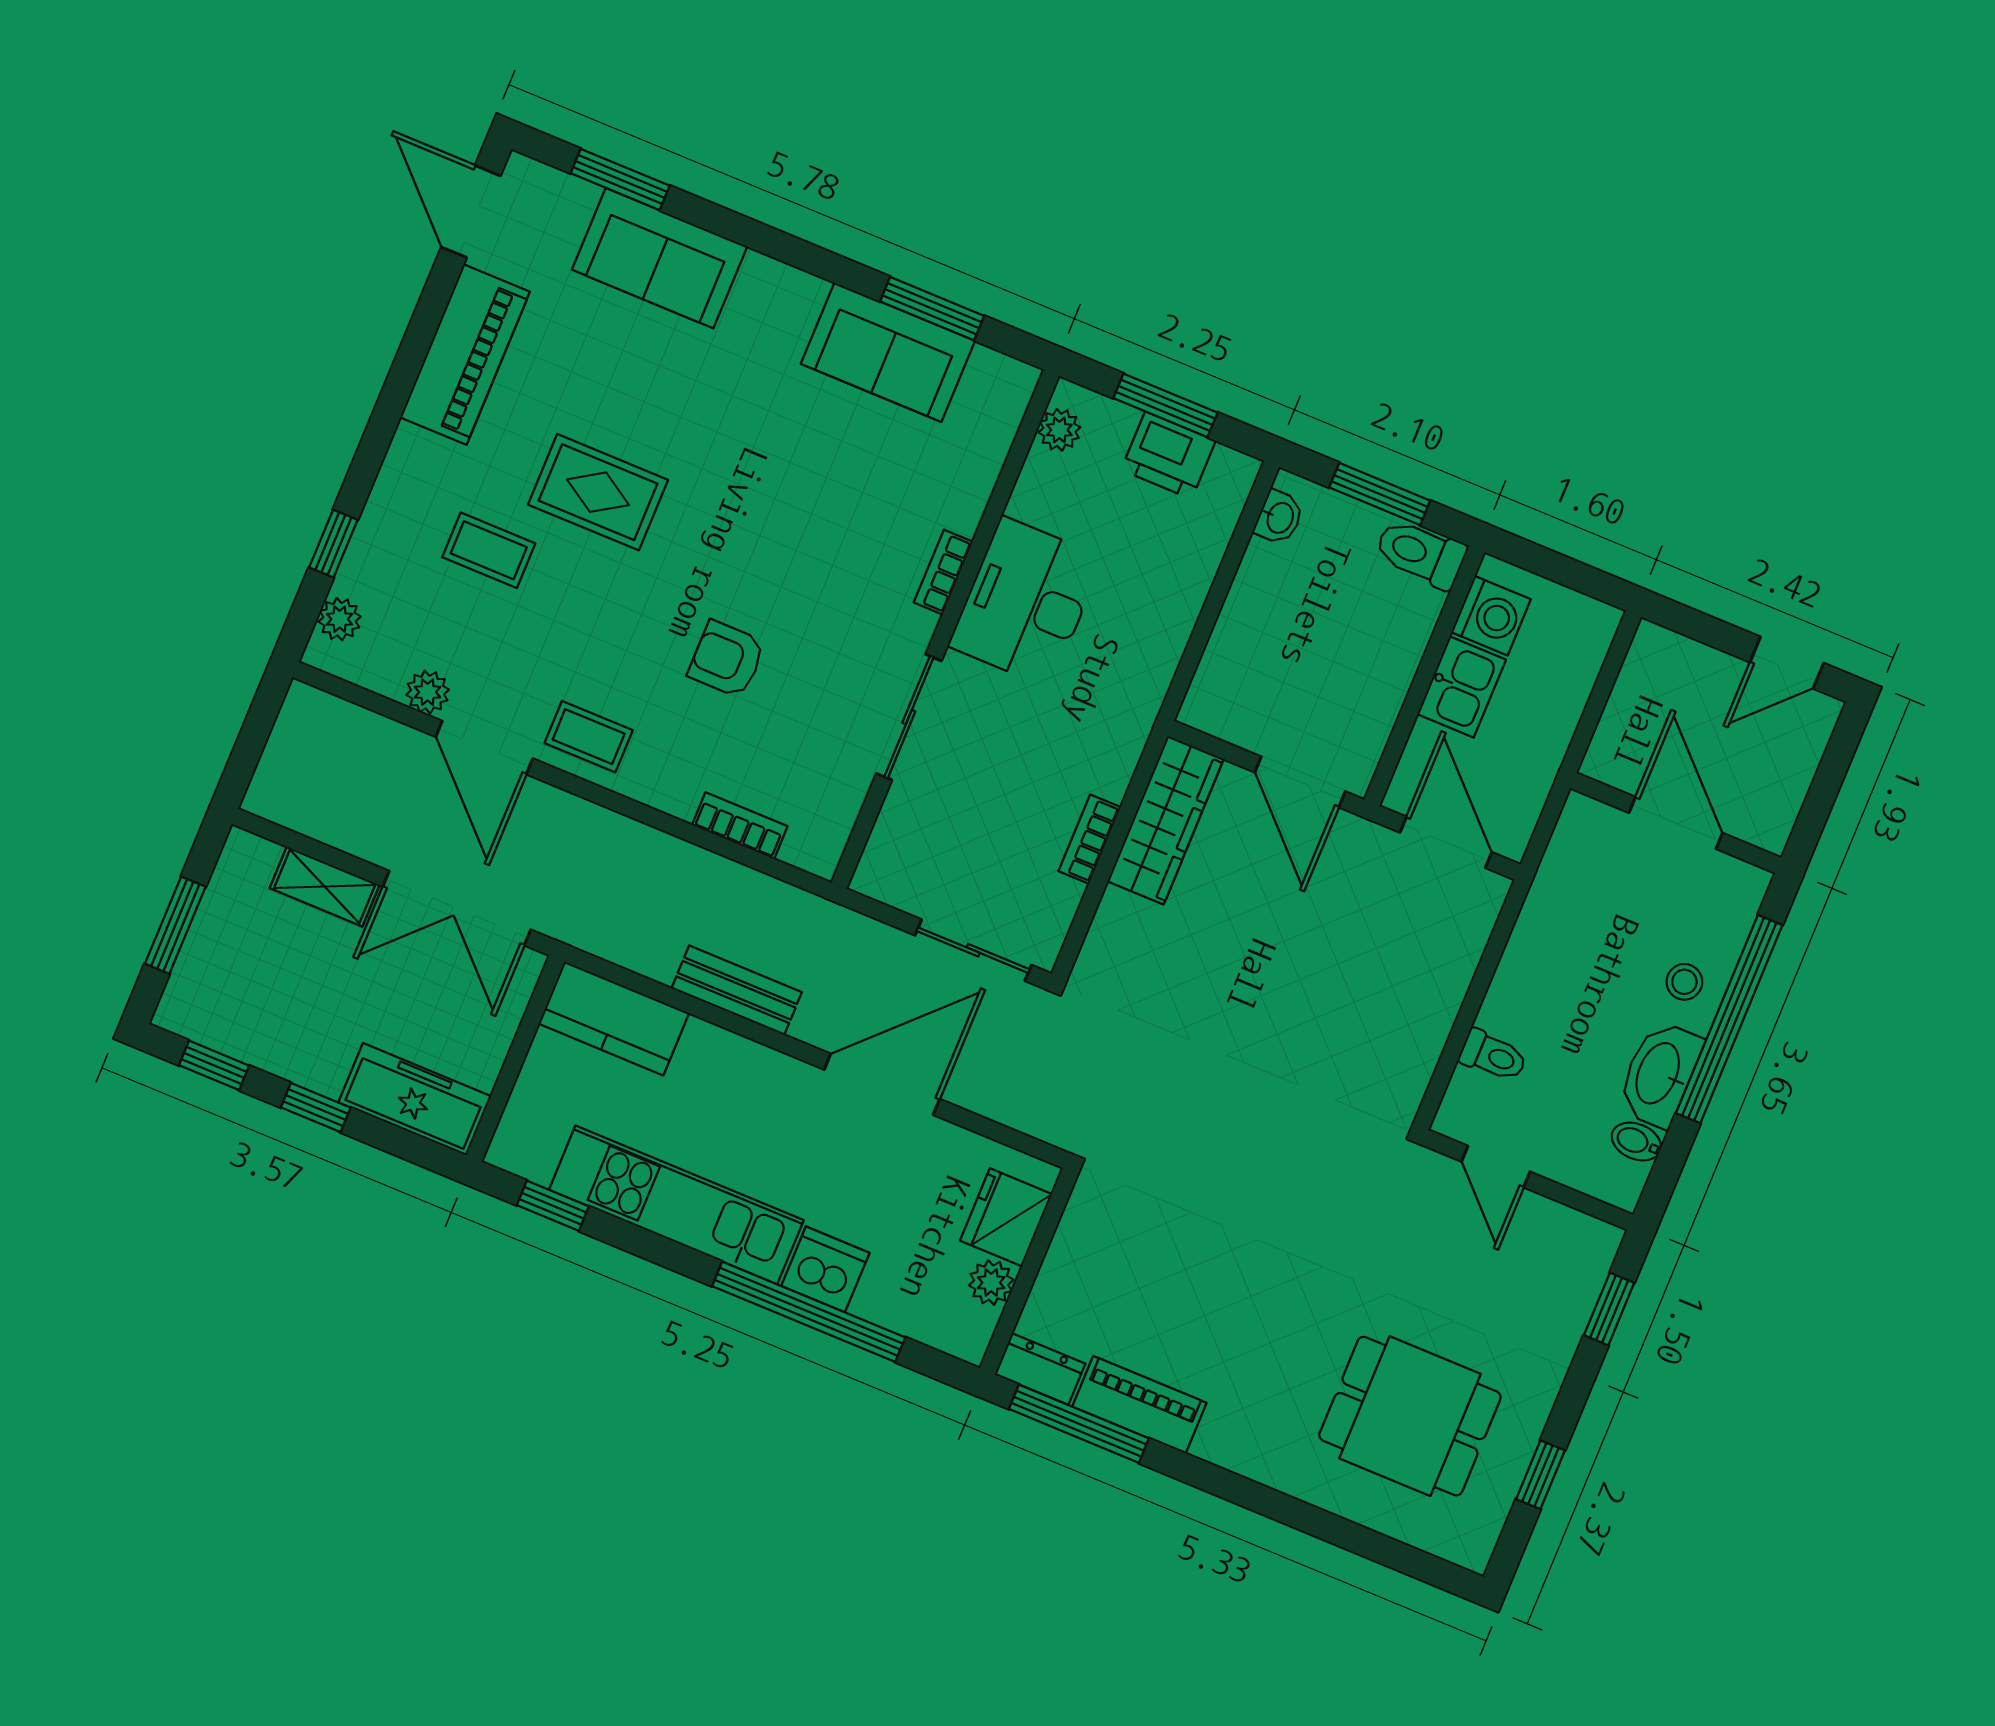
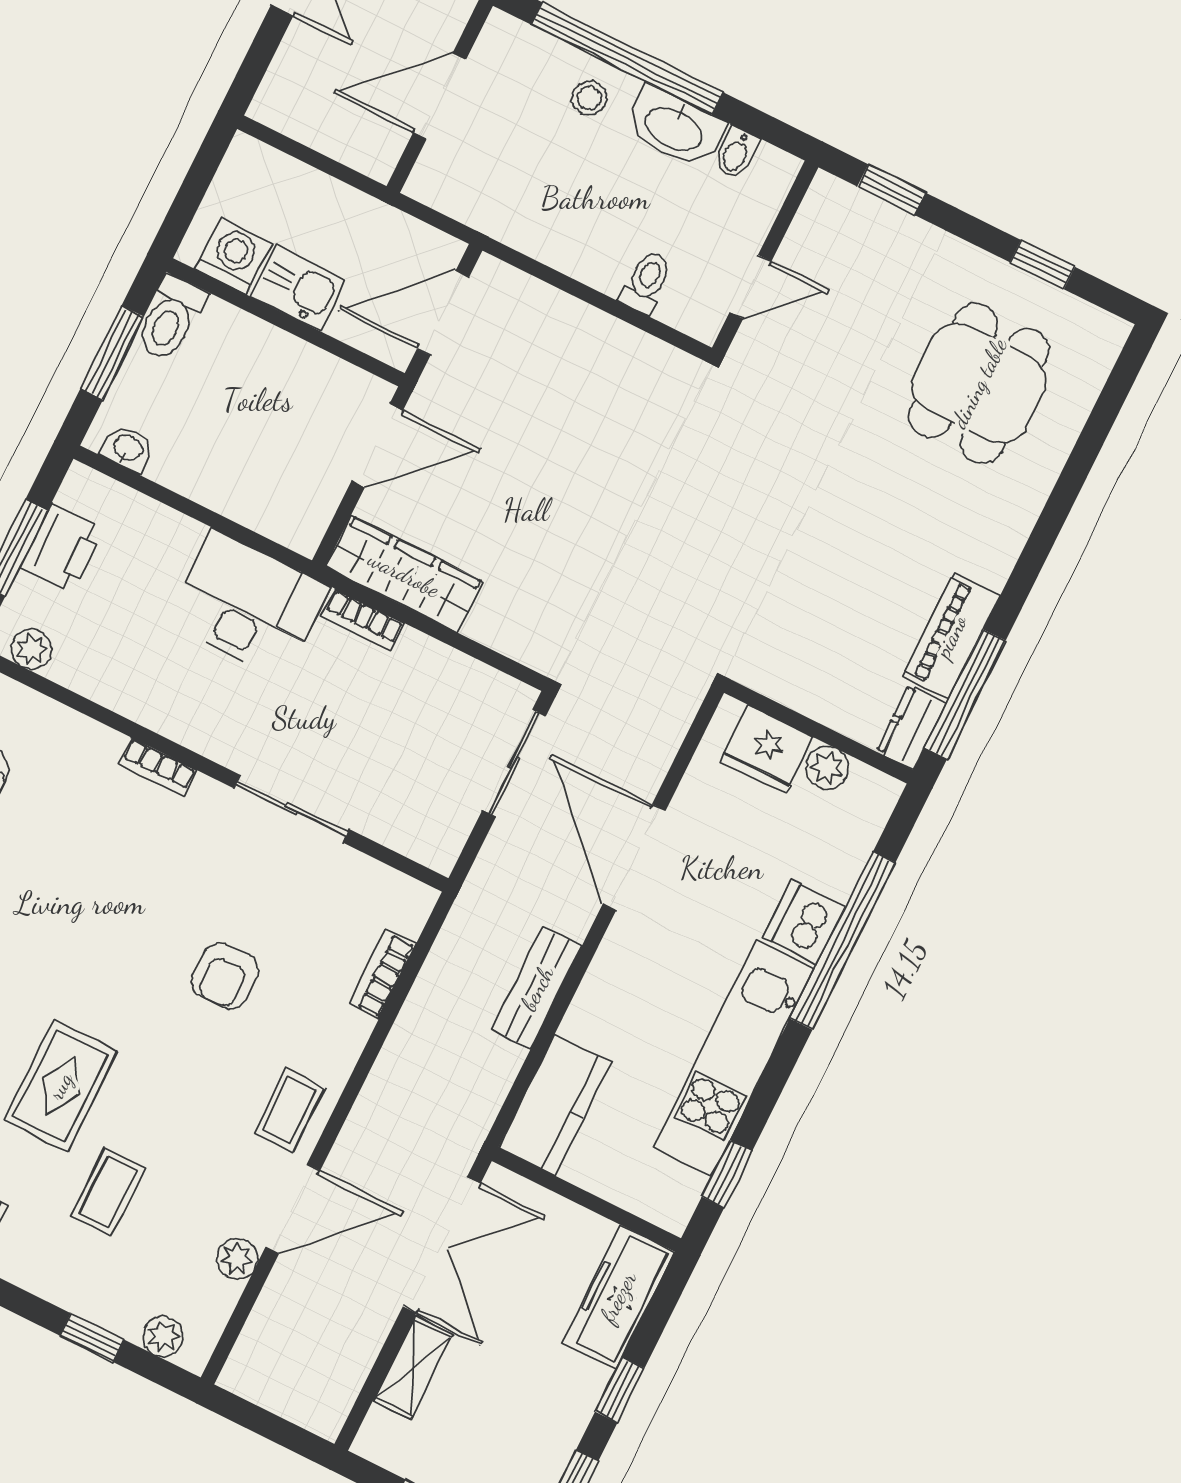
desk: (1026, 602) -> (248, 604), moved, turned 180
bookcase: (1090, 839) -> (363, 620), moved

